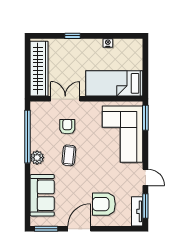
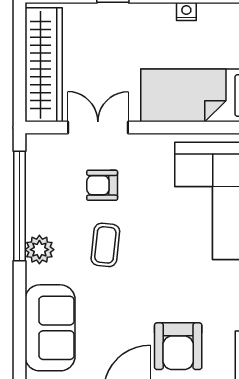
armchair: (67, 127) -> (102, 185), turned -90
armchair: (104, 204) -> (178, 346), turned -90

